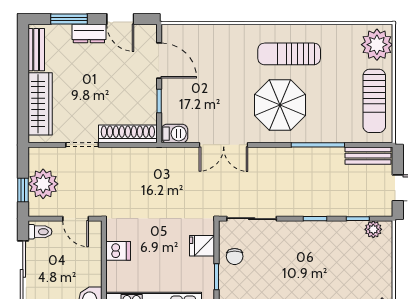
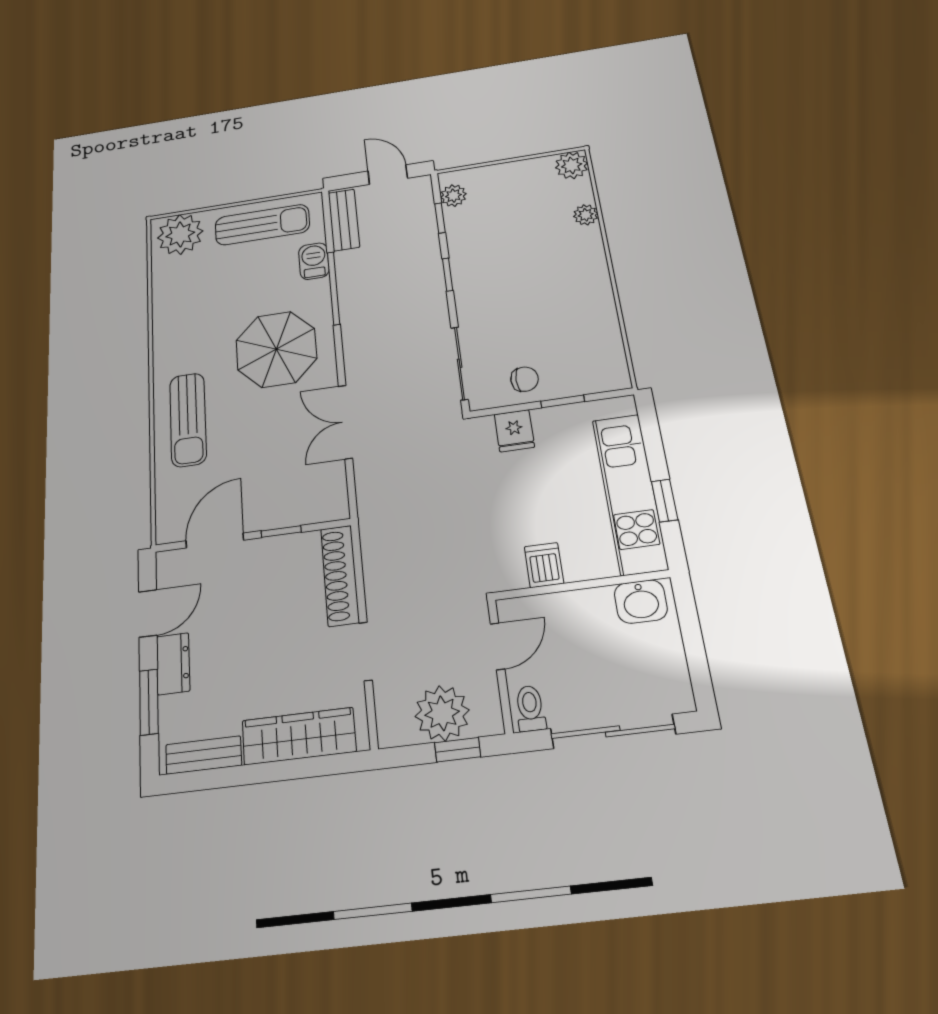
sun lounger: (289, 54) -> (188, 420), moved
barbecue: (174, 134) -> (314, 261), moved
double door: (224, 145) -> (345, 422), swing flipped

